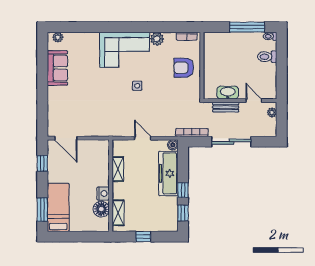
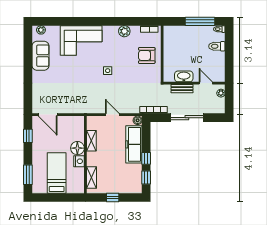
corner sofa: (125, 50) -> (81, 40), moved
bed: (58, 207) -> (57, 173), moved
floor lamp: (101, 209) -> (77, 148), moved

